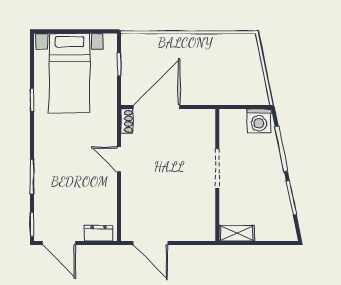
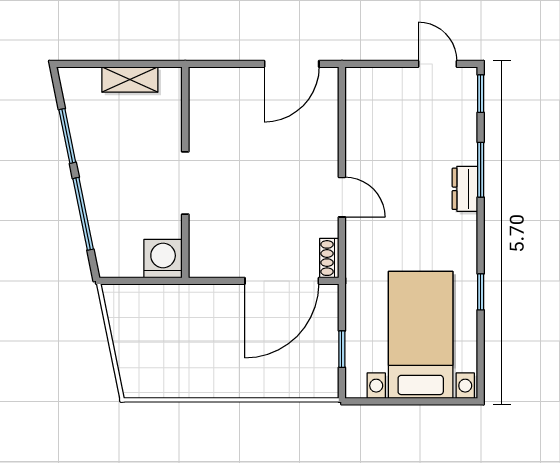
washing machine: (259, 121) -> (163, 259), moved
dresser: (98, 233) -> (465, 189), moved, turned 90
shelving: (237, 233) -> (130, 80), moved
door: (59, 243) -> (437, 64), width x0.73
door: (151, 243) -> (292, 64), swing flipped

